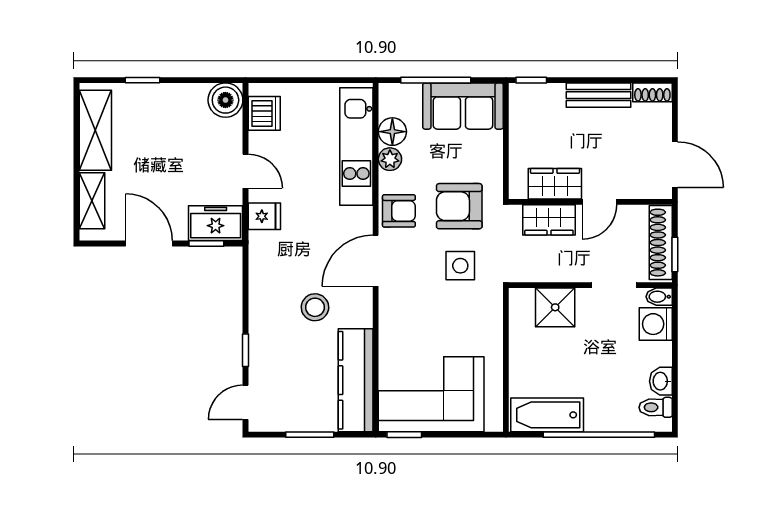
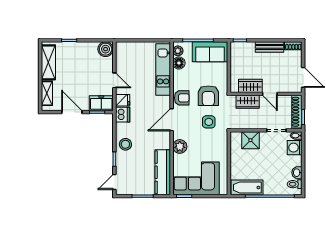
dishwasher: (264, 113) -> (123, 115), moved
plant: (390, 159) -> (178, 51), moved
door: (599, 202) -> (270, 94), hinge flipped
armchair: (459, 206) -> (208, 96), turned -90
stool: (315, 307) -> (125, 144), moved
plant: (394, 322) -> (180, 146), added

